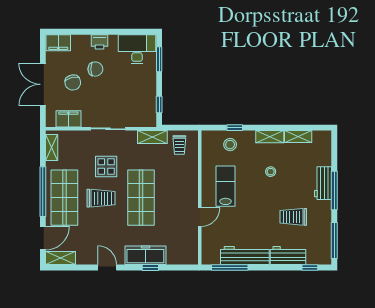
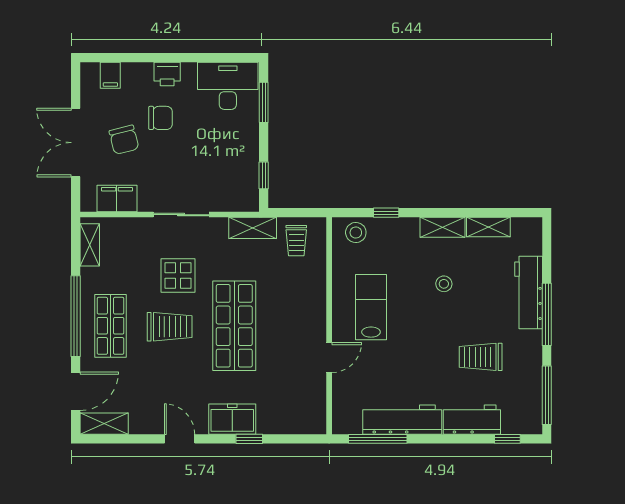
filing cabinet: (58, 43) -> (110, 75), width x0.50
stool: (230, 145) -> (356, 233), moved
workbench: (323, 183) -> (529, 293), width x1.38
shop shelf: (64, 198) -> (111, 326), width x0.70, depth x0.74
freezer: (145, 255) -> (232, 419), width x0.71

